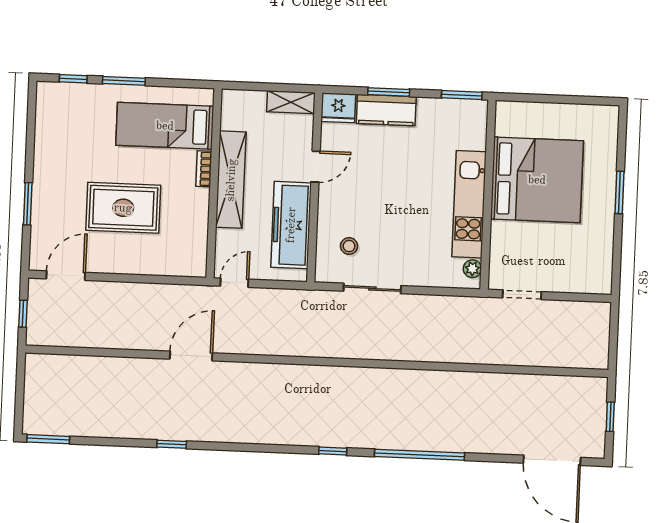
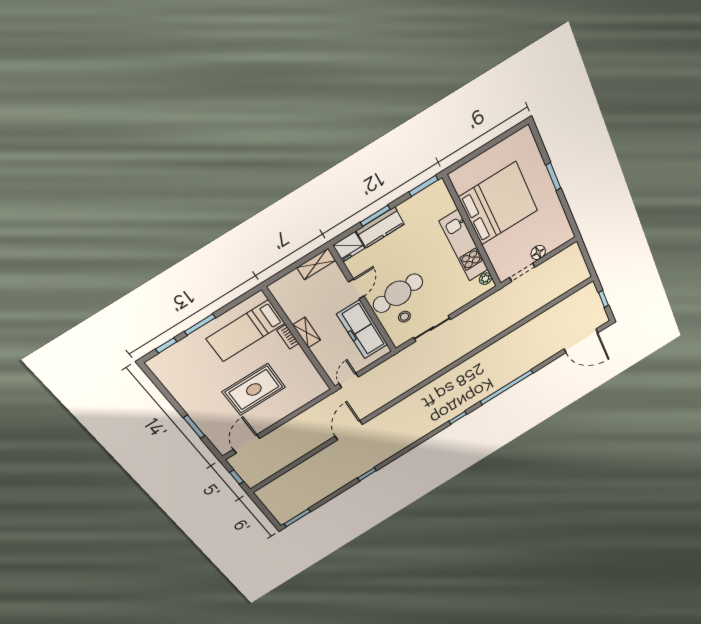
shelving: (231, 180) -> (307, 332), width x0.45, depth x0.75
cafe table: (359, 209) -> (398, 293), added
floor lamp: (555, 282) -> (538, 252), added

